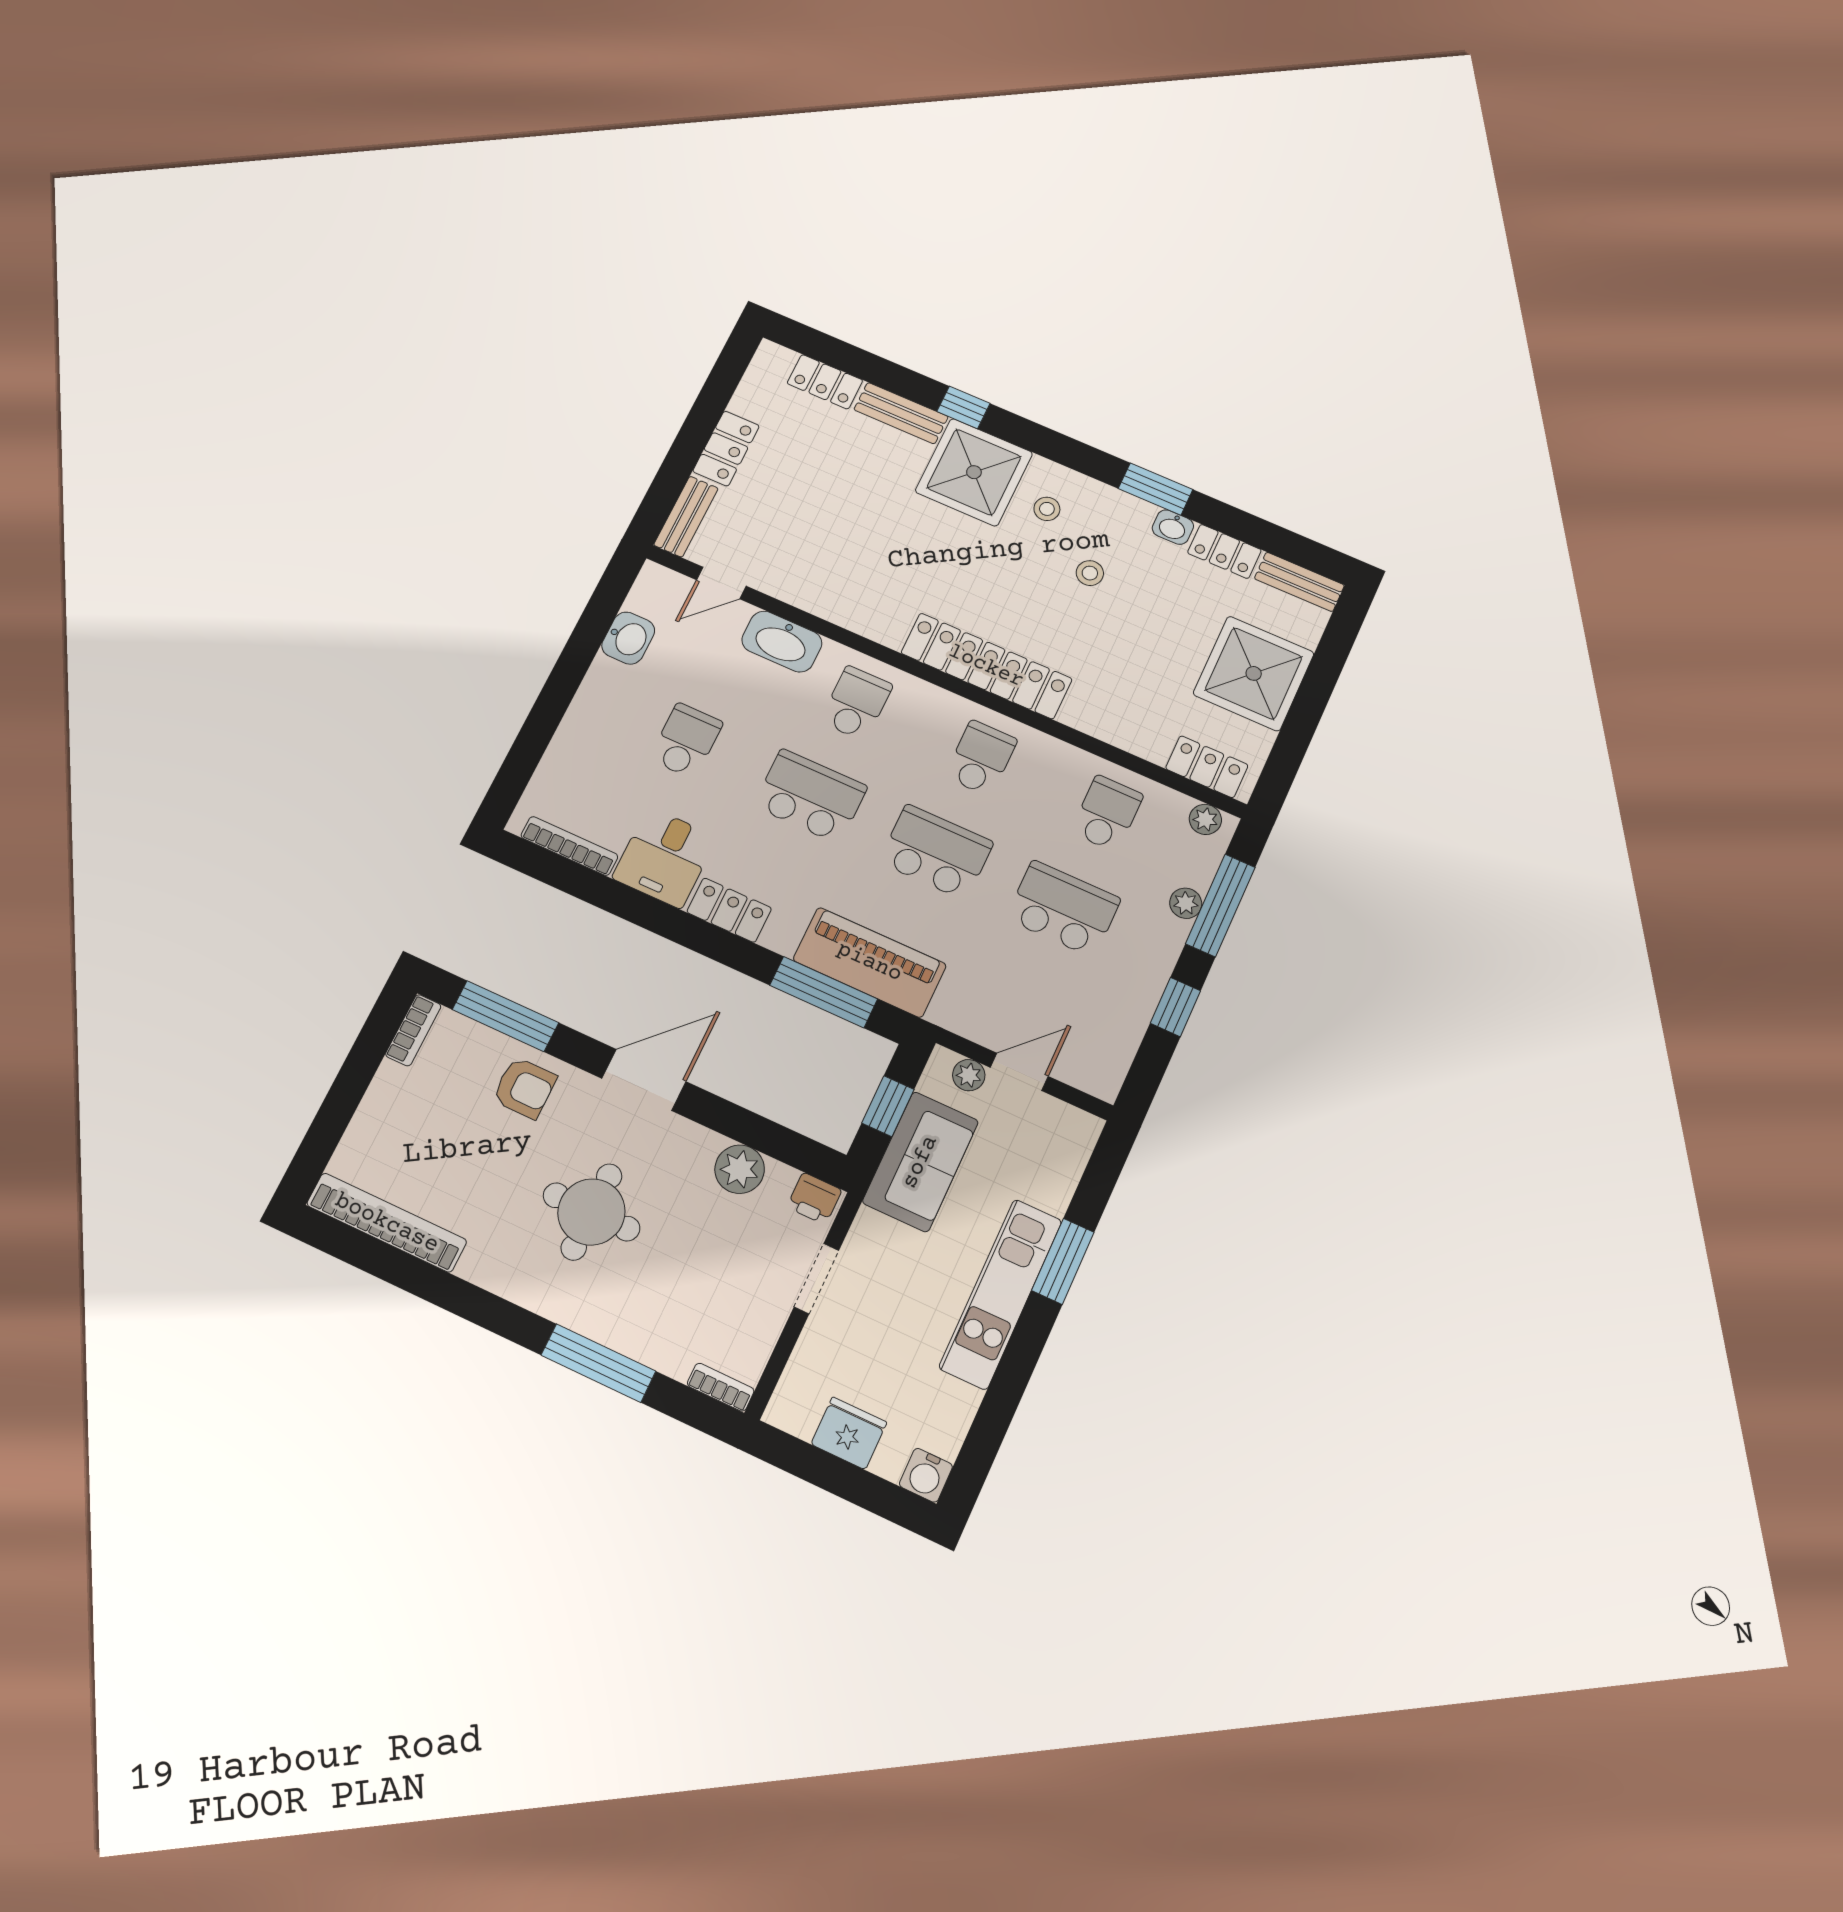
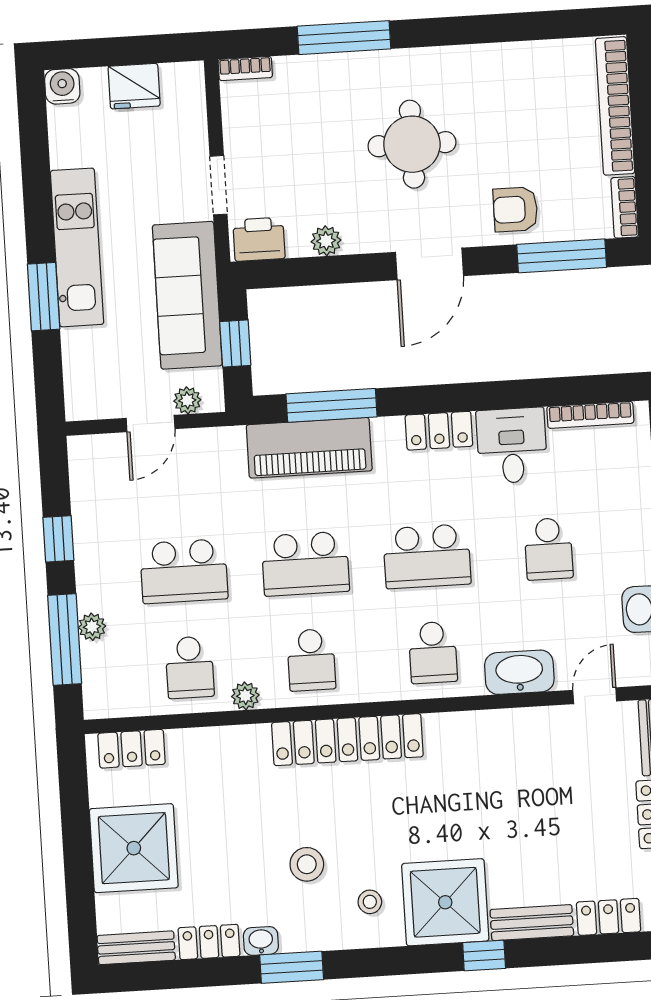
stool: (1090, 573) -> (307, 864), width x1.37, depth x1.37
plant: (1205, 819) -> (245, 696), moved
sofa: (920, 1162) -> (187, 295), width x1.36
plant: (740, 1169) -> (326, 241), width x0.73, depth x0.73
printer: (814, 1198) -> (259, 239), width x1.36, depth x1.24
bookcase: (387, 1223) -> (615, 106), moved, turned 90

